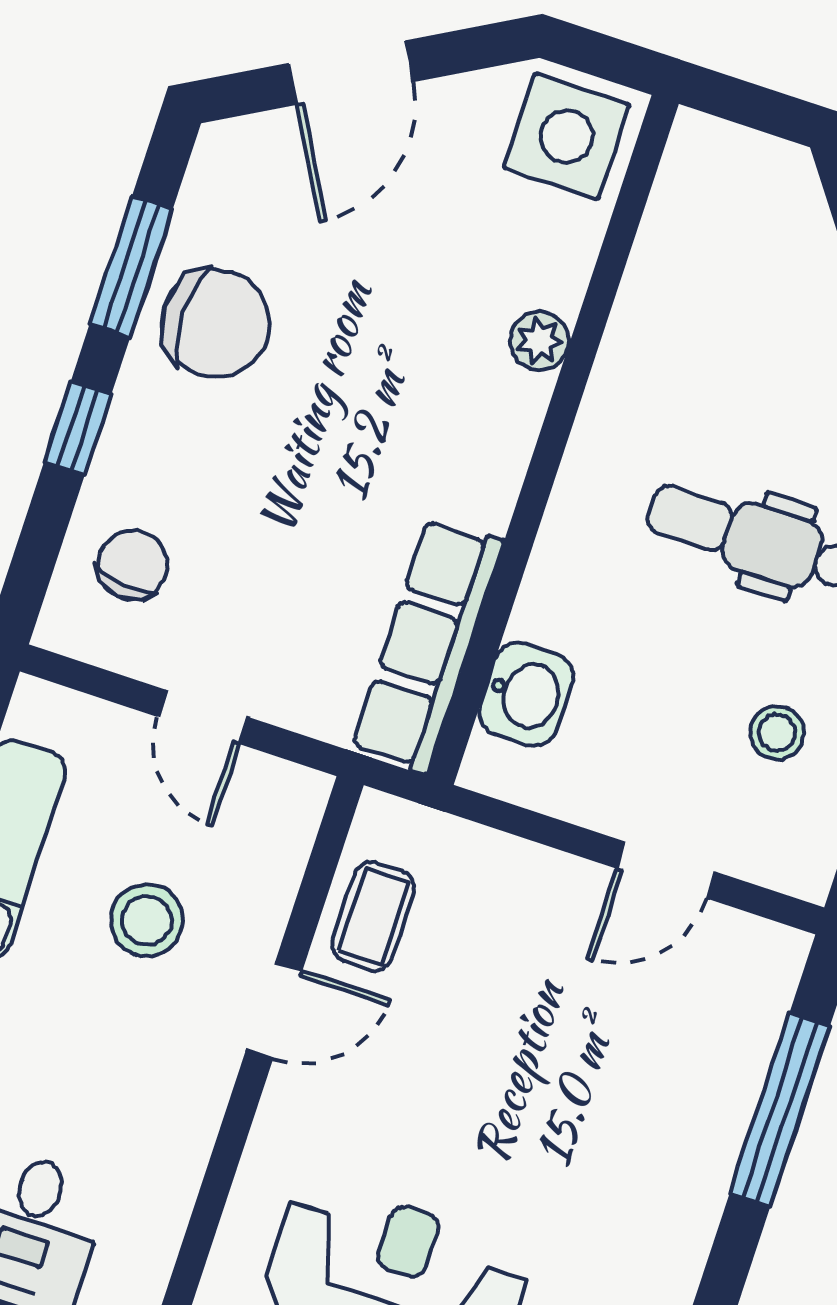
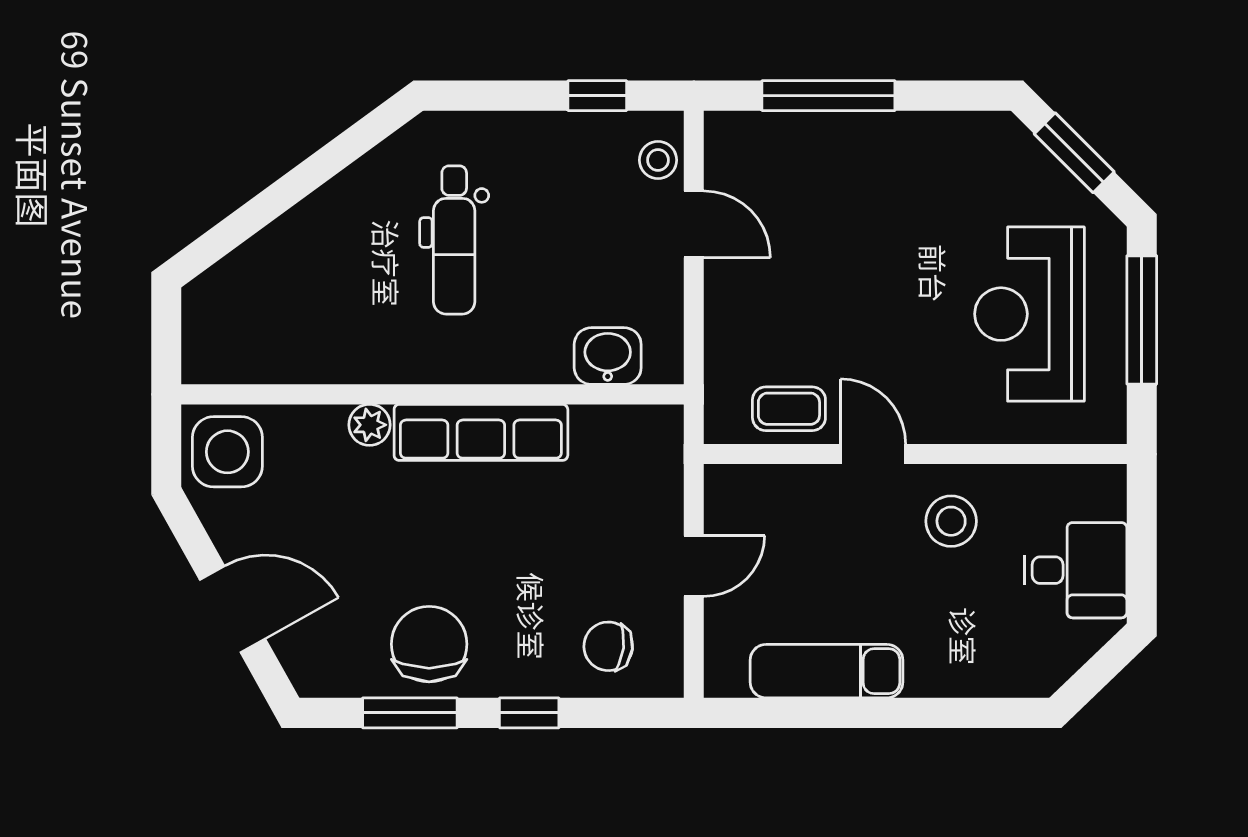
row of seats: (427, 646) -> (481, 432), moved
stool: (777, 733) -> (658, 160), moved
stool: (147, 920) -> (951, 521), moved

